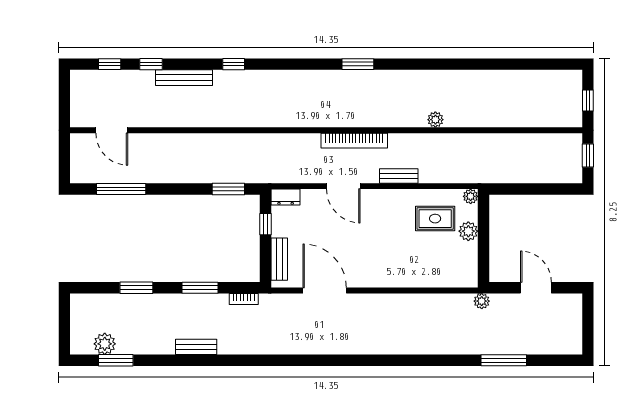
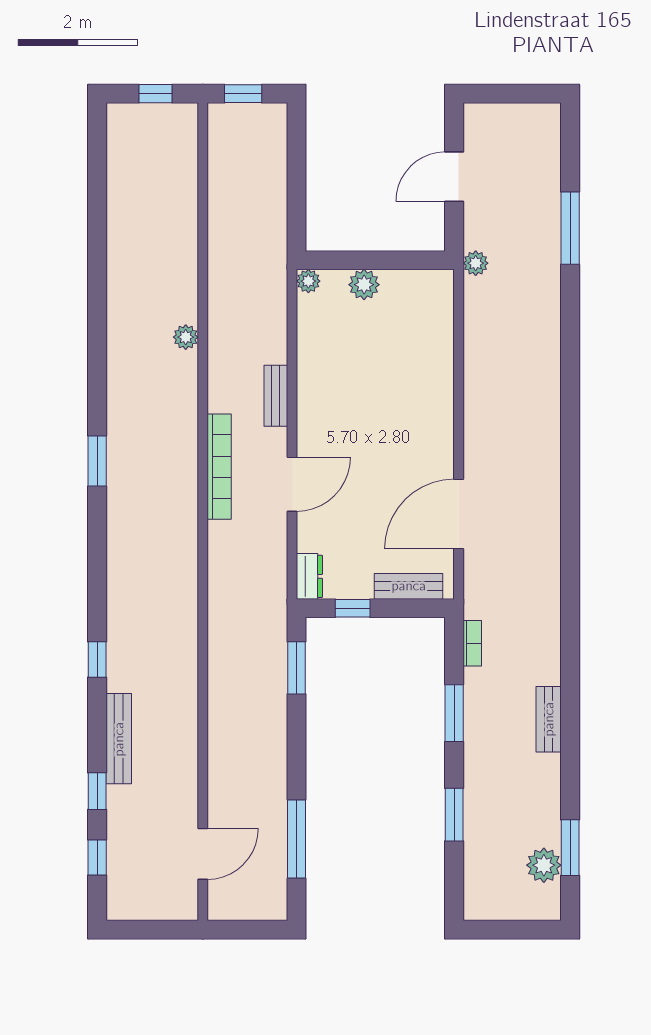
rug: (435, 219) -> (344, 338), removed

